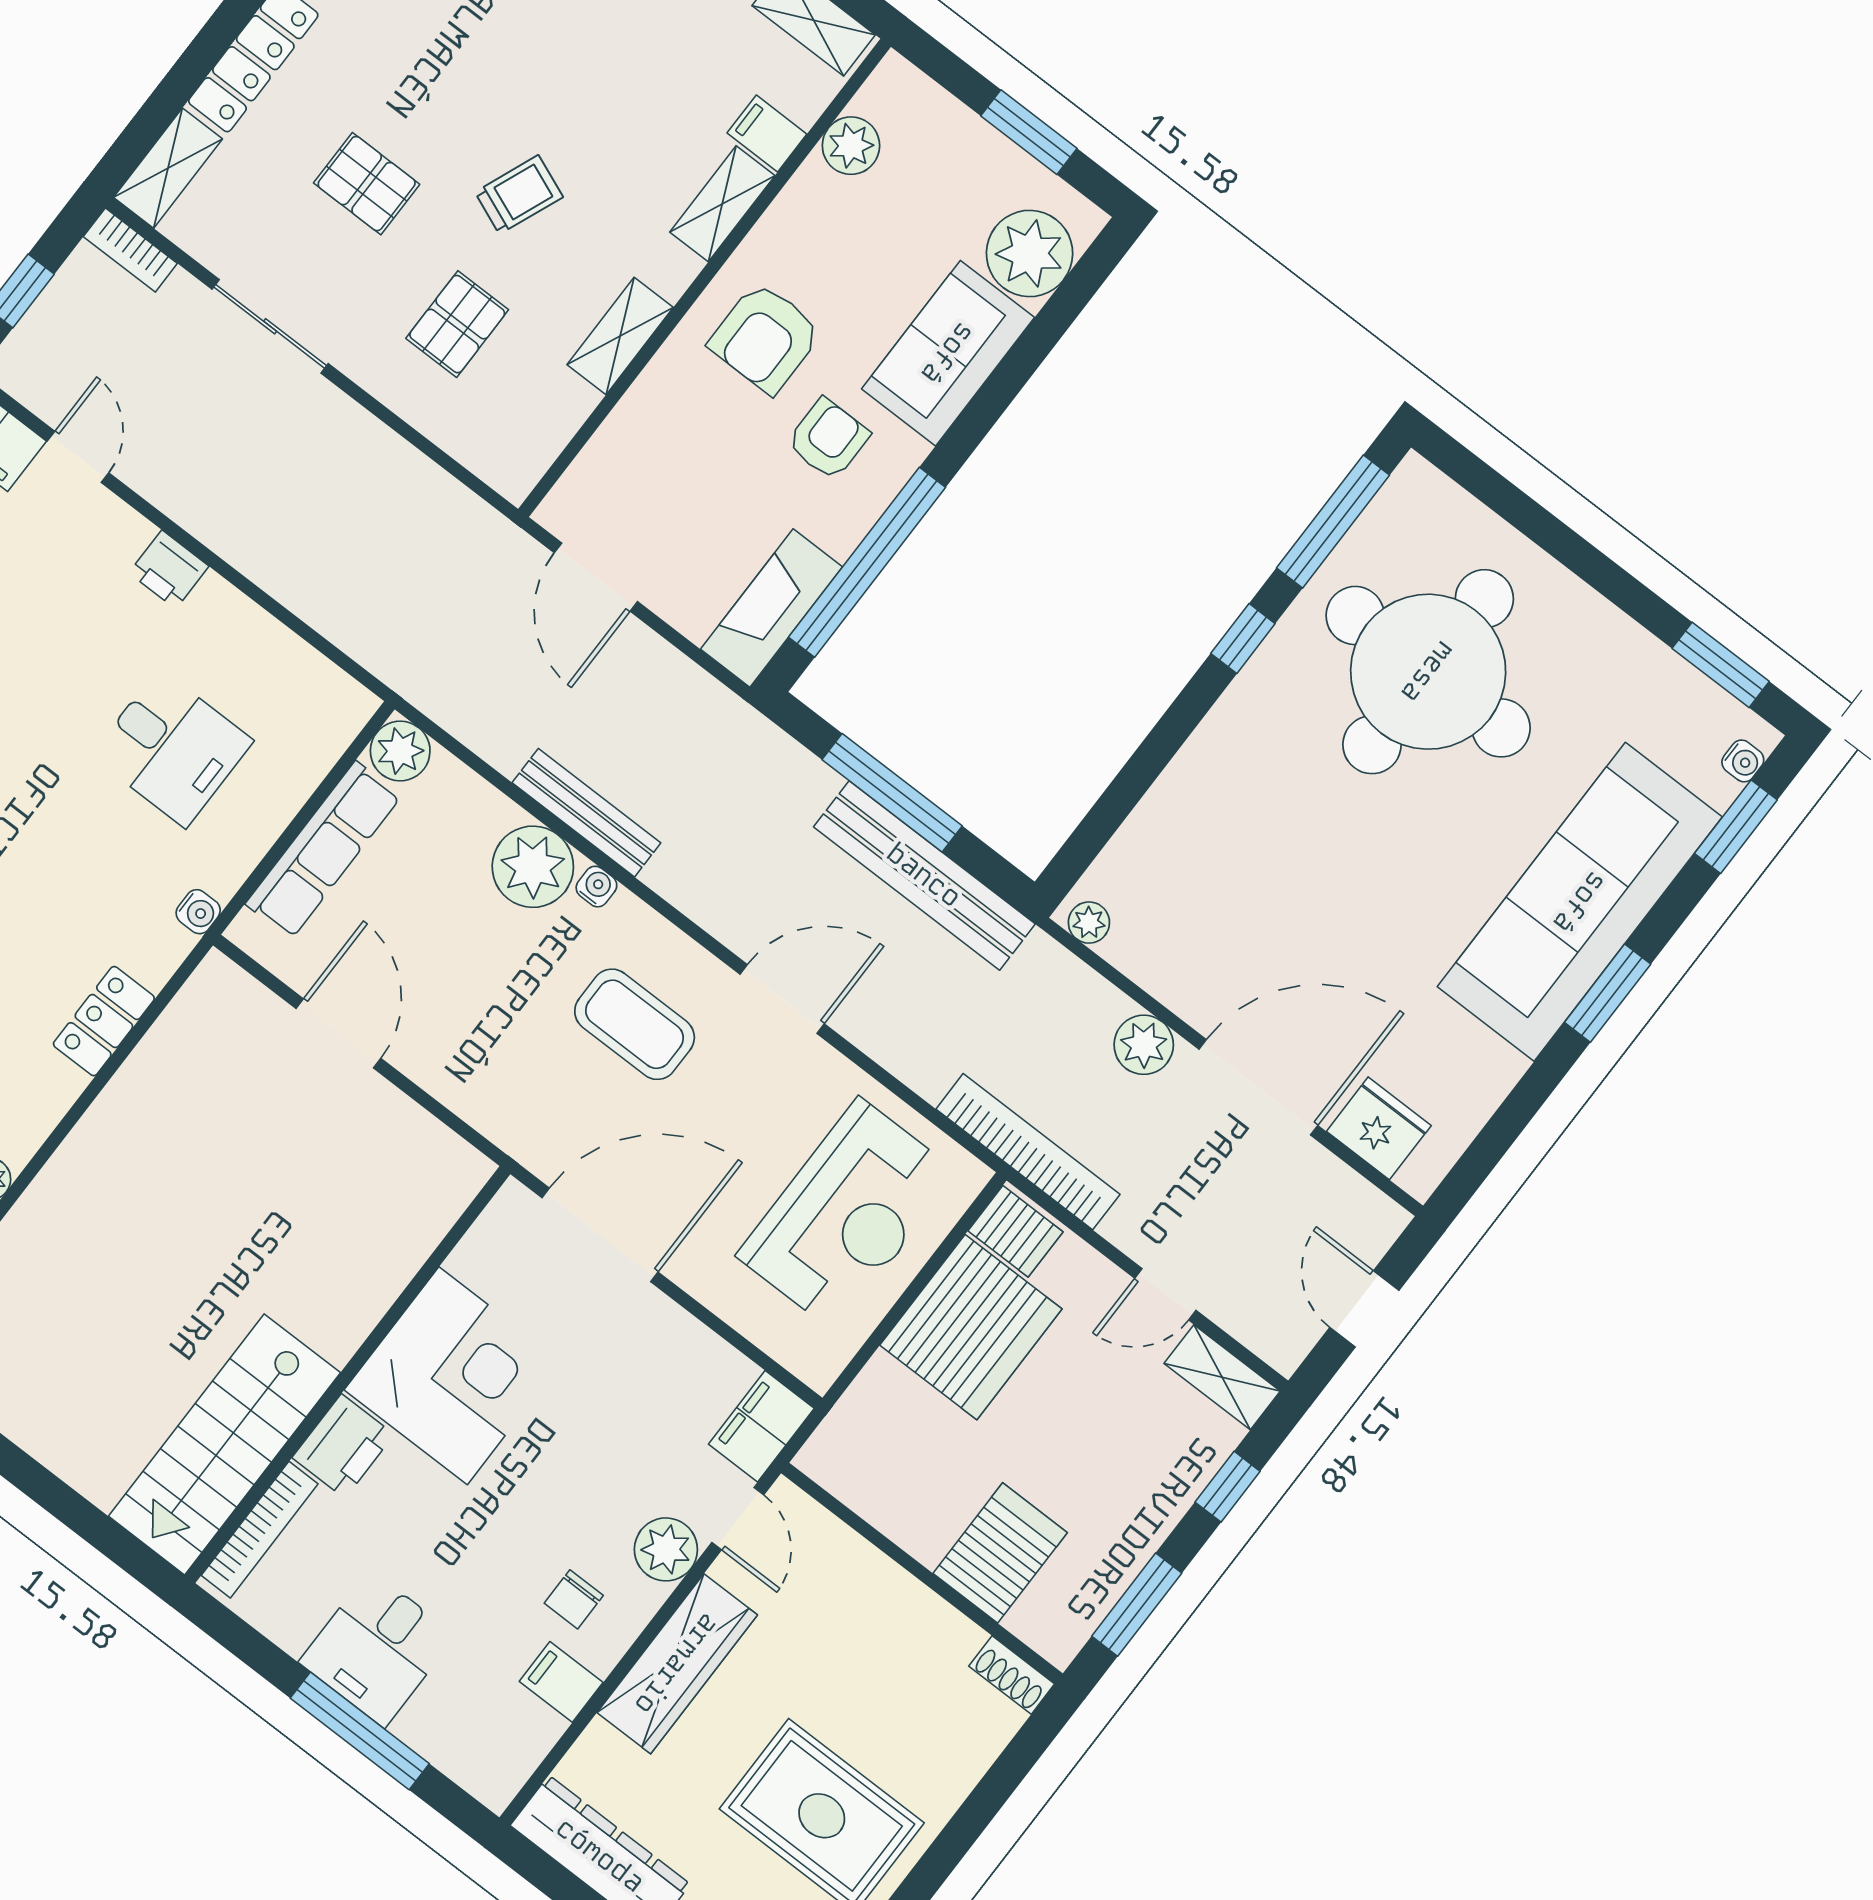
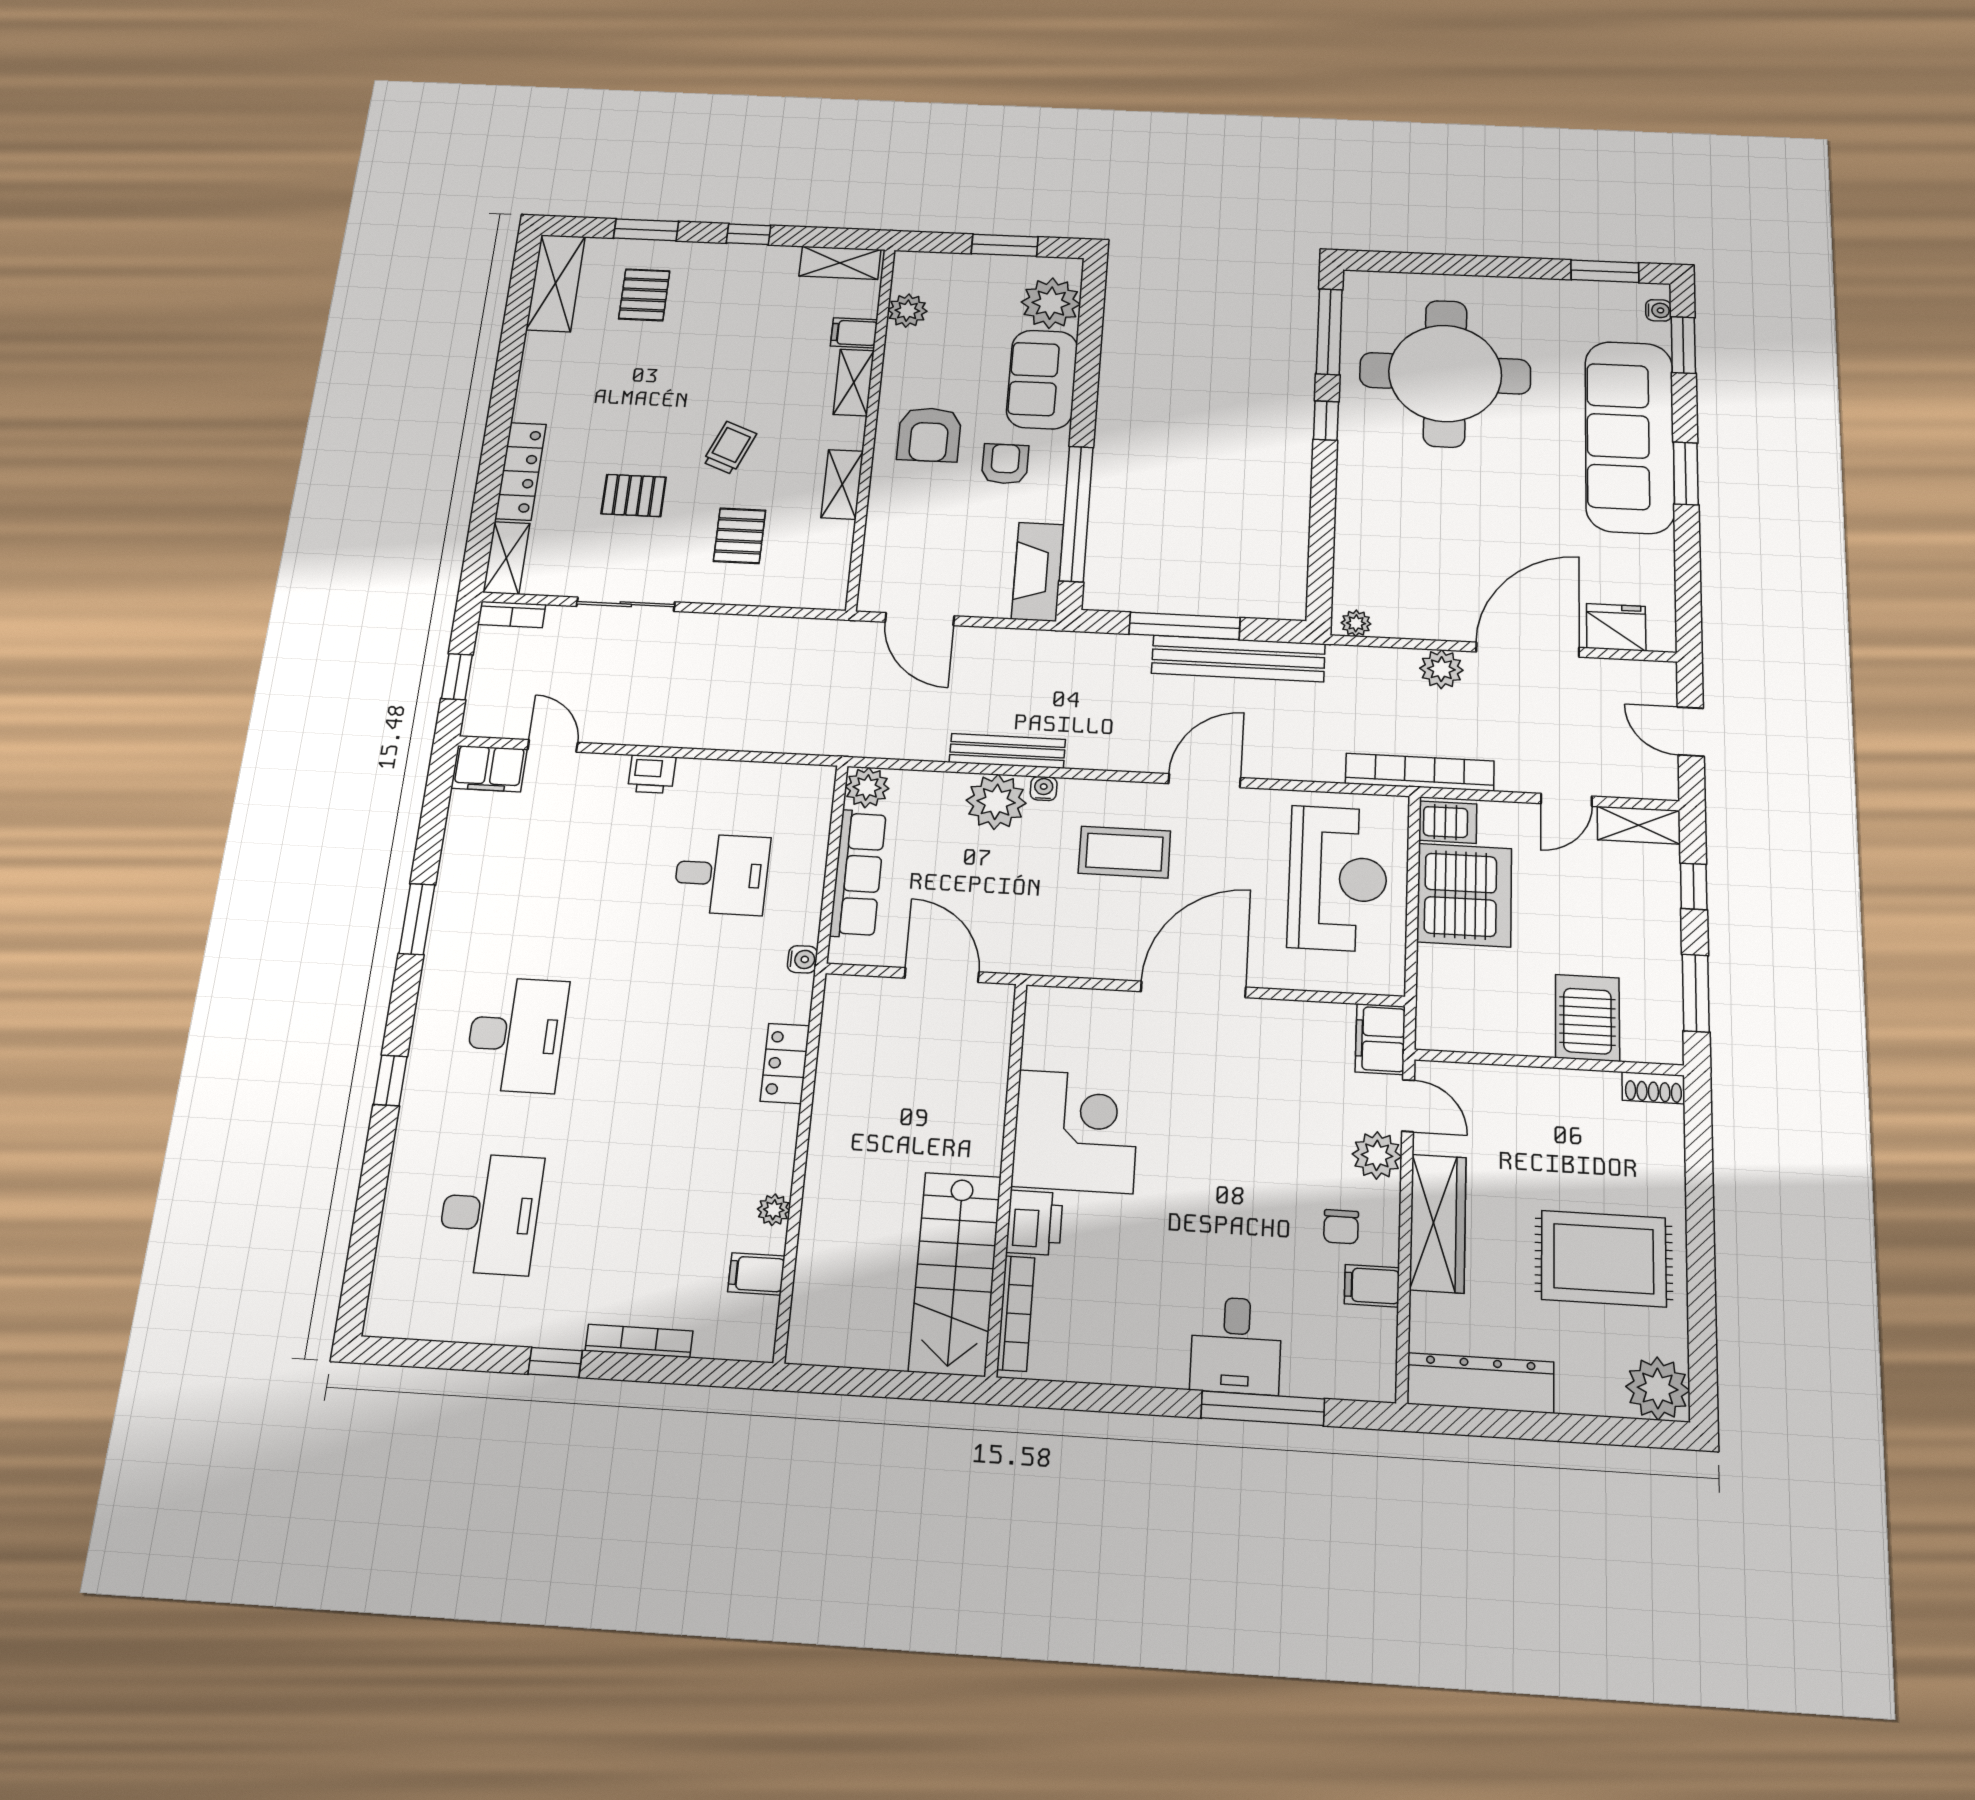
wall: (347, 1375) -> (1006, 1175), moved
corner desk: (453, 1376) -> (1076, 1131), moved
stairs: (224, 1444) -> (955, 1273), moved
printer: (343, 1446) -> (1034, 1223), moved
bookcase: (260, 1530) -> (1016, 1313), moved

